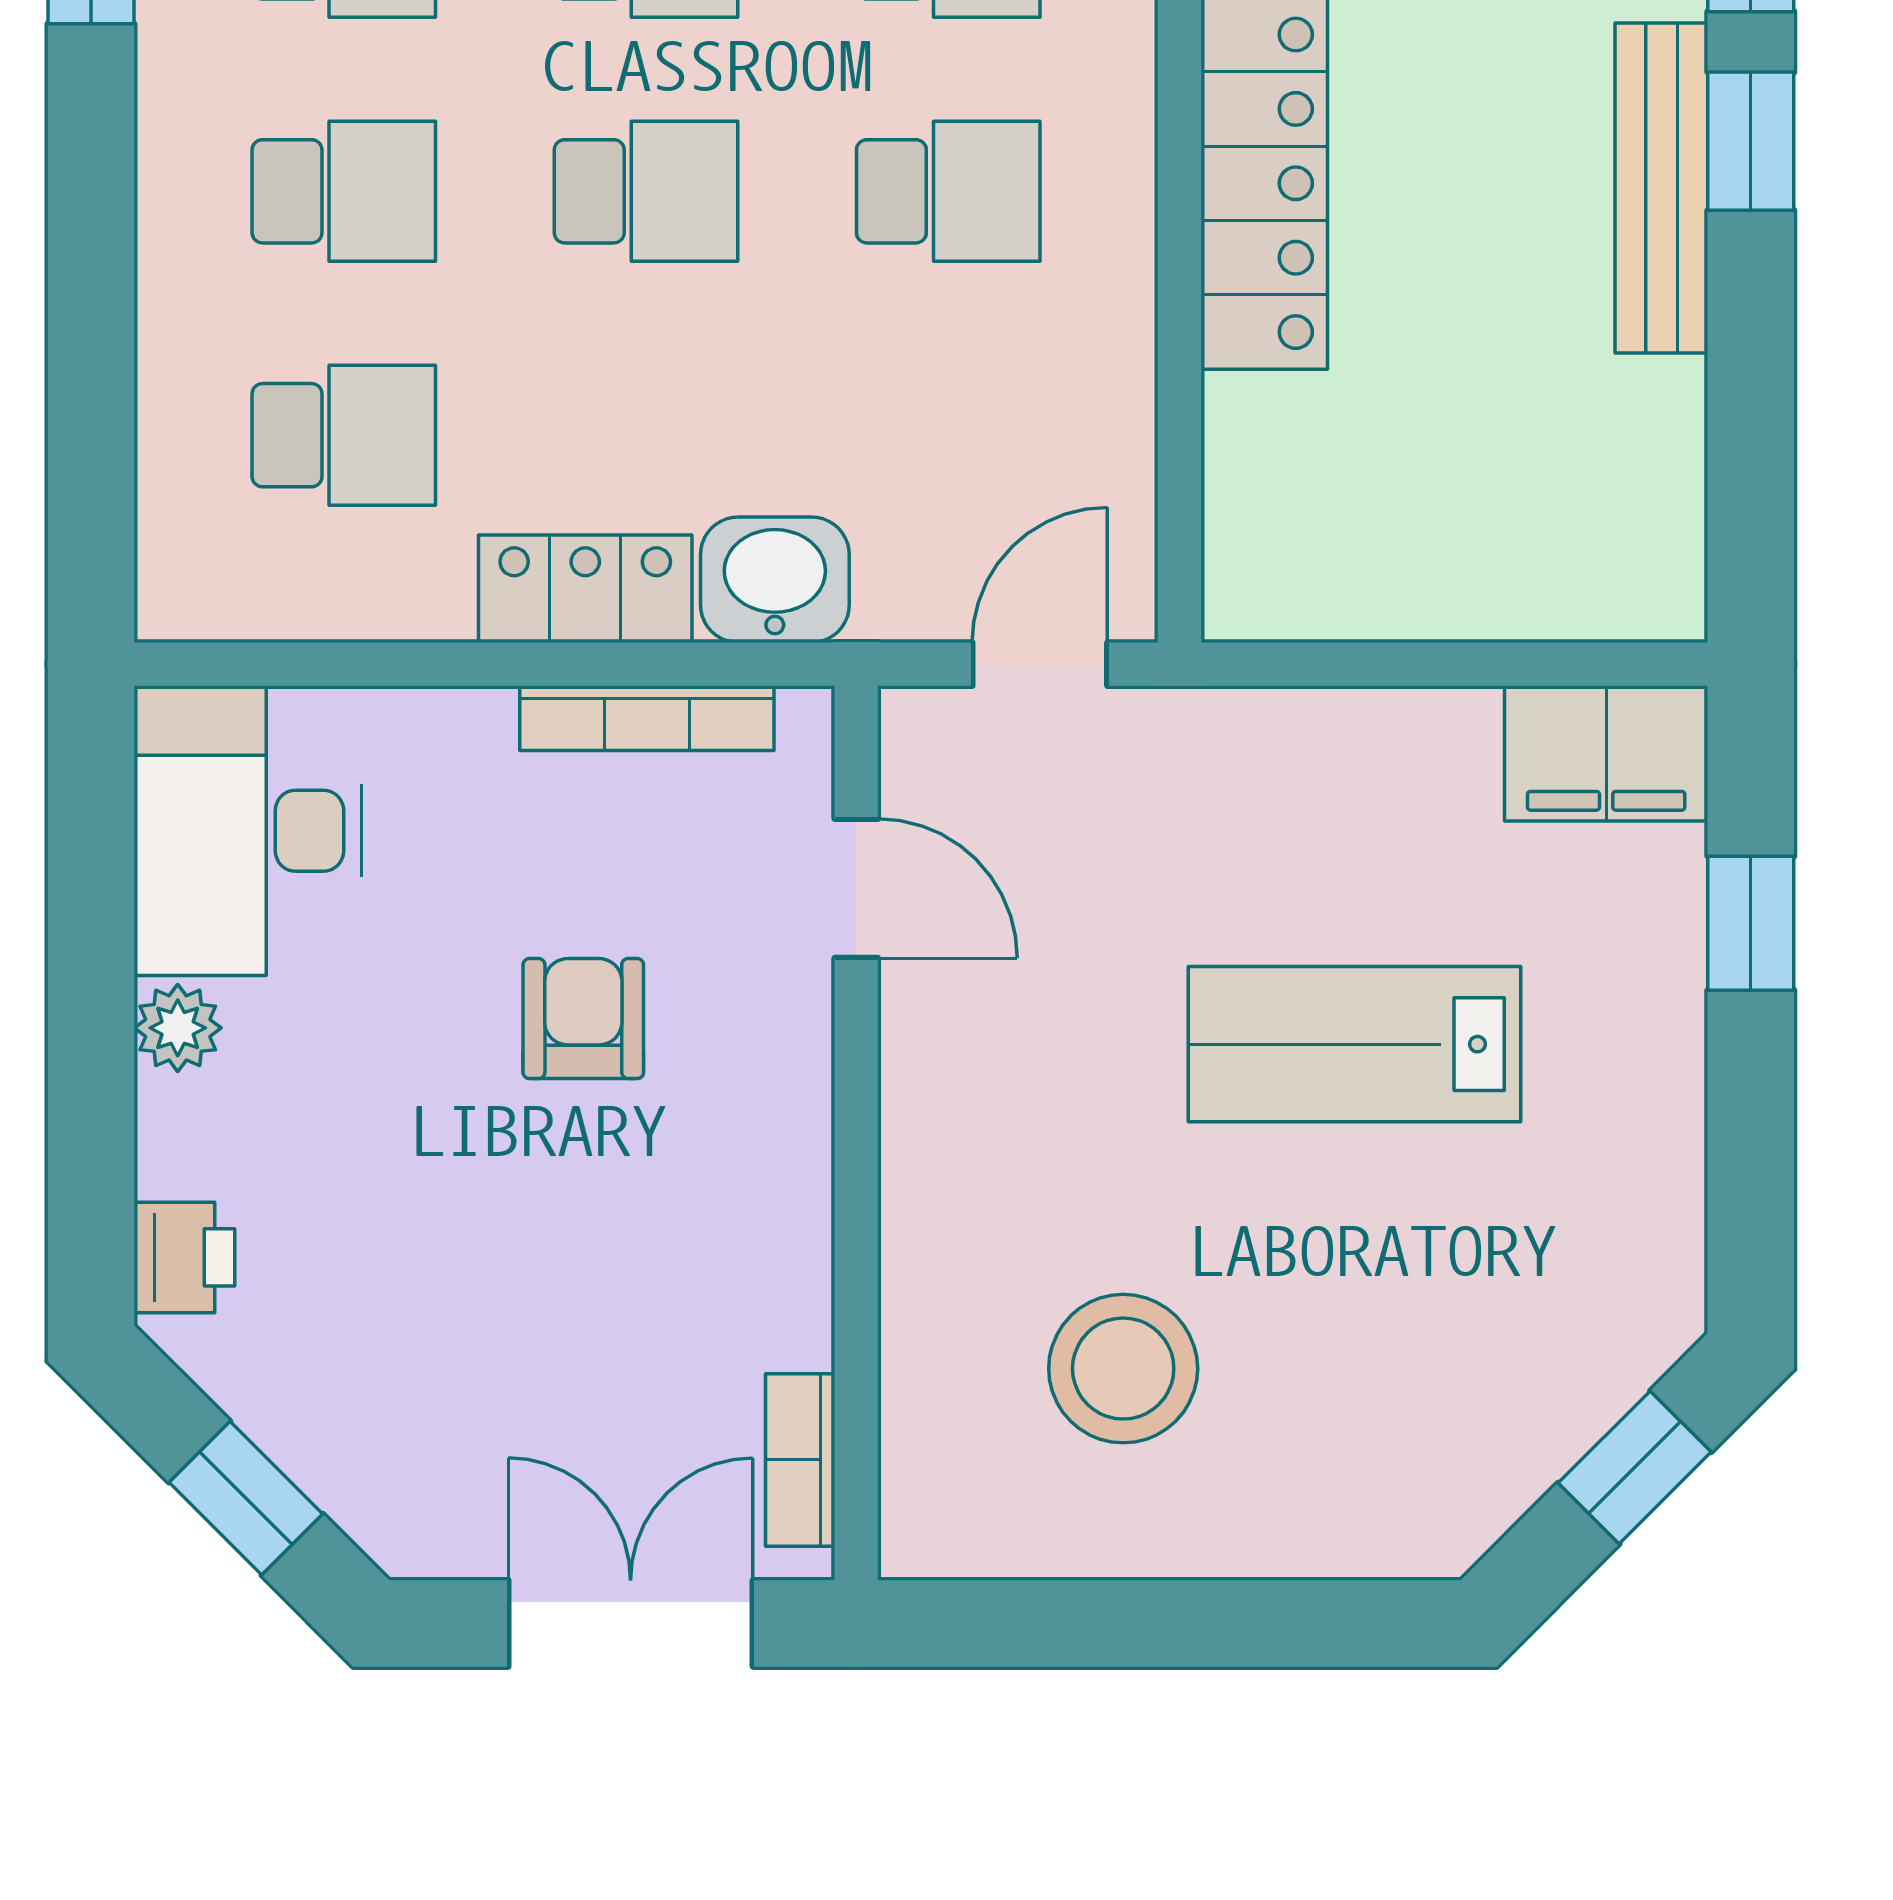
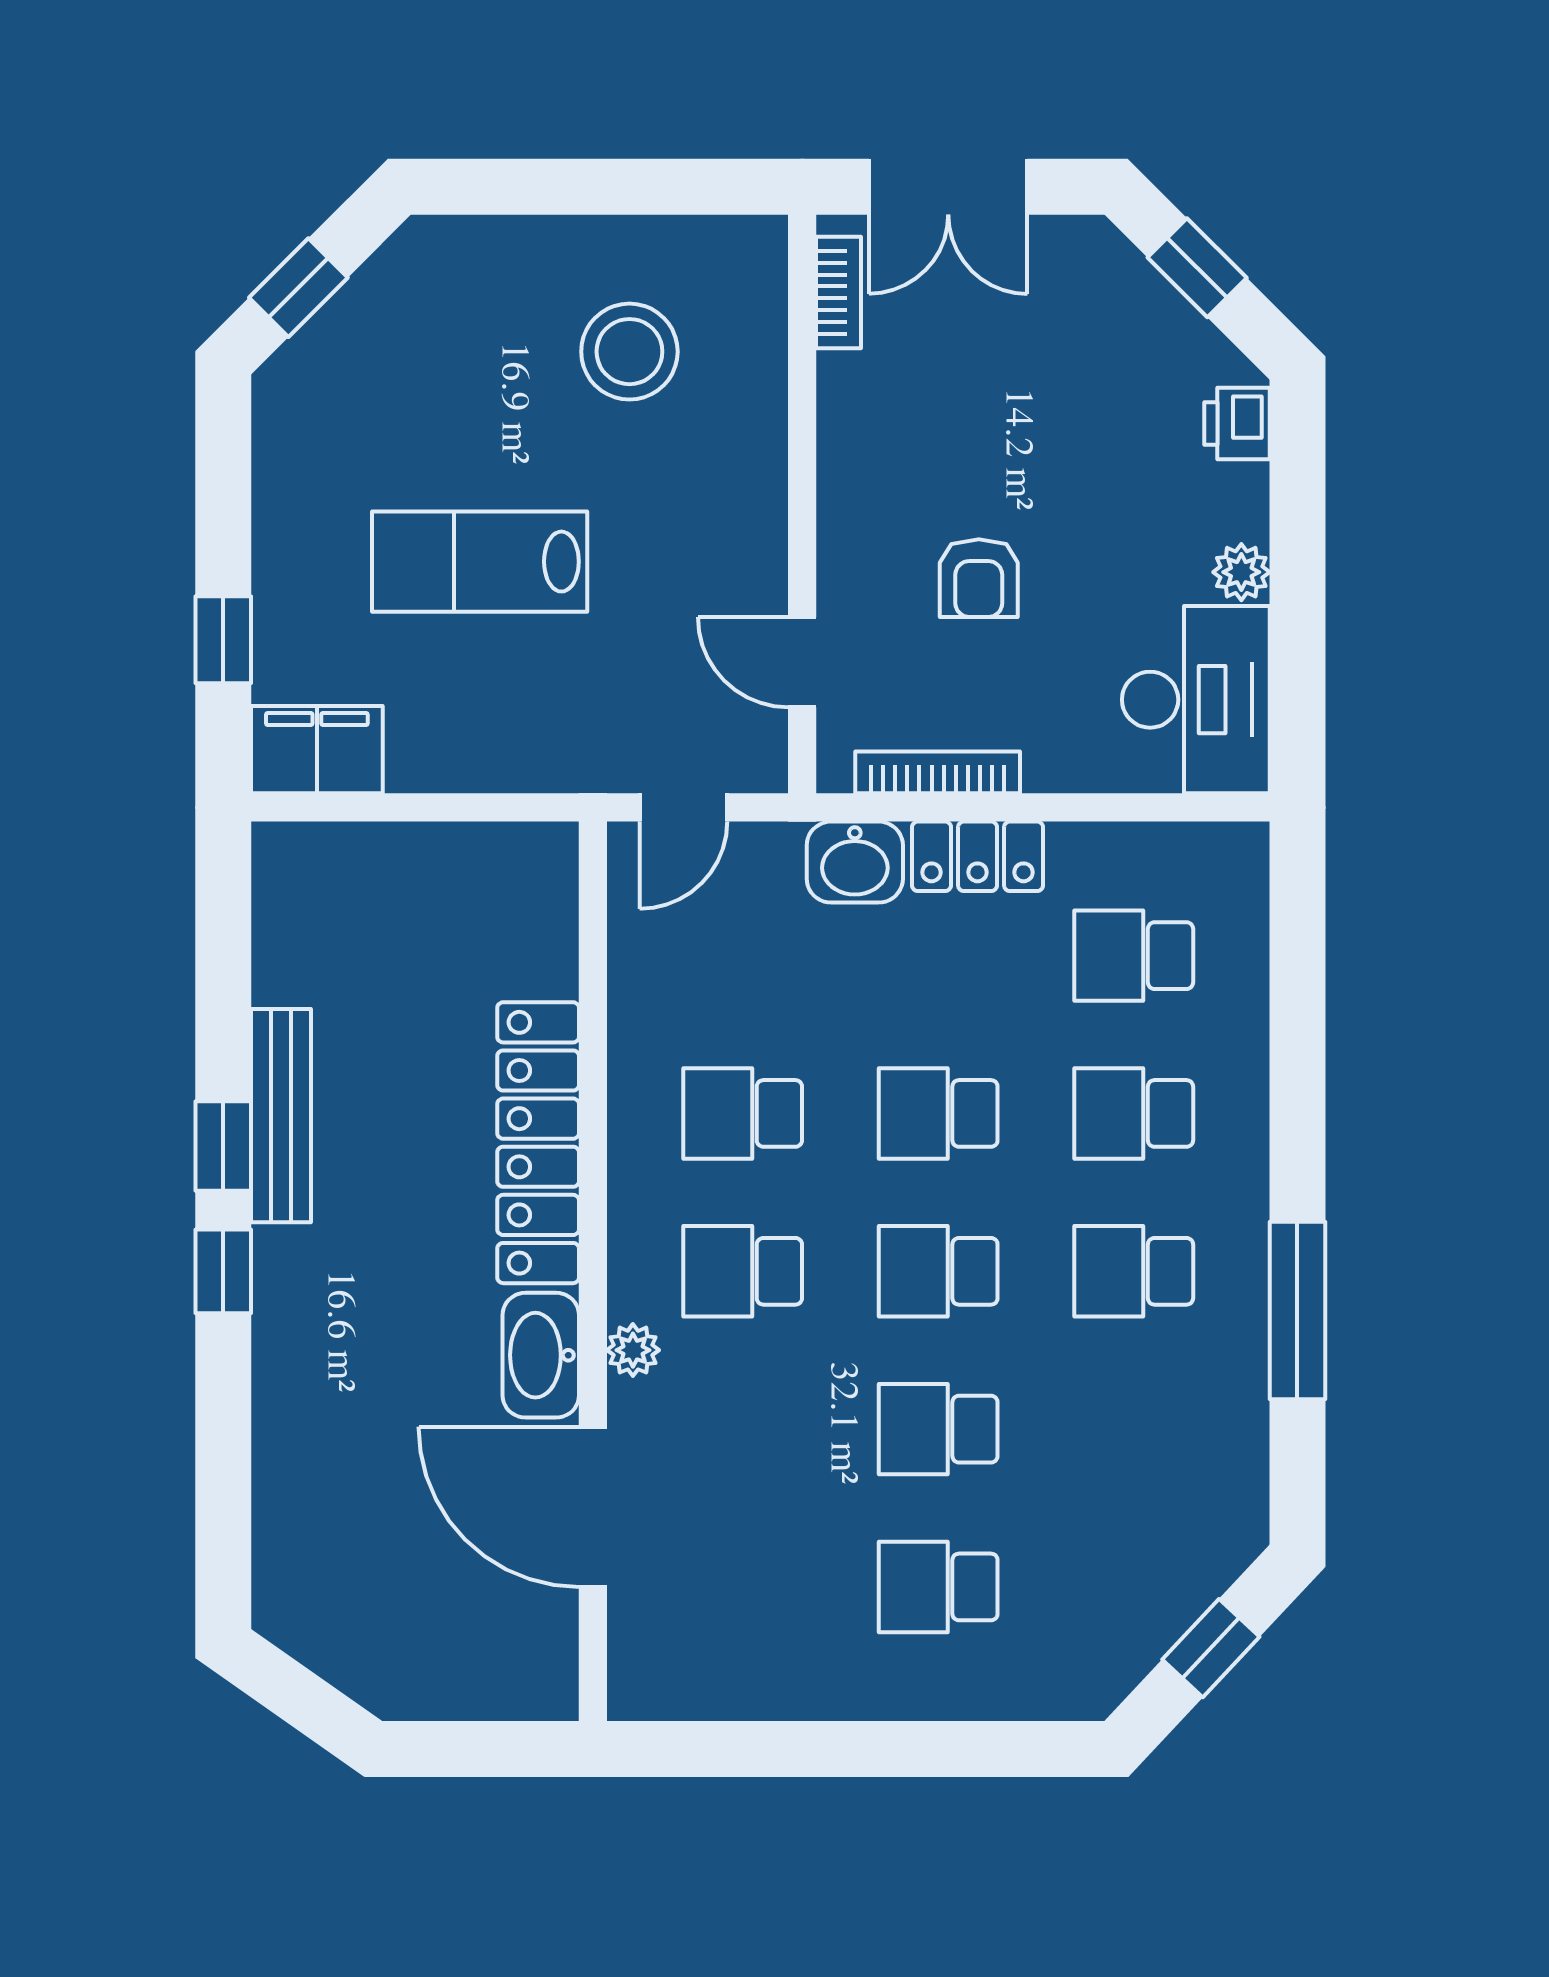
lab bench: (1355, 1044) -> (480, 562), turned 180

